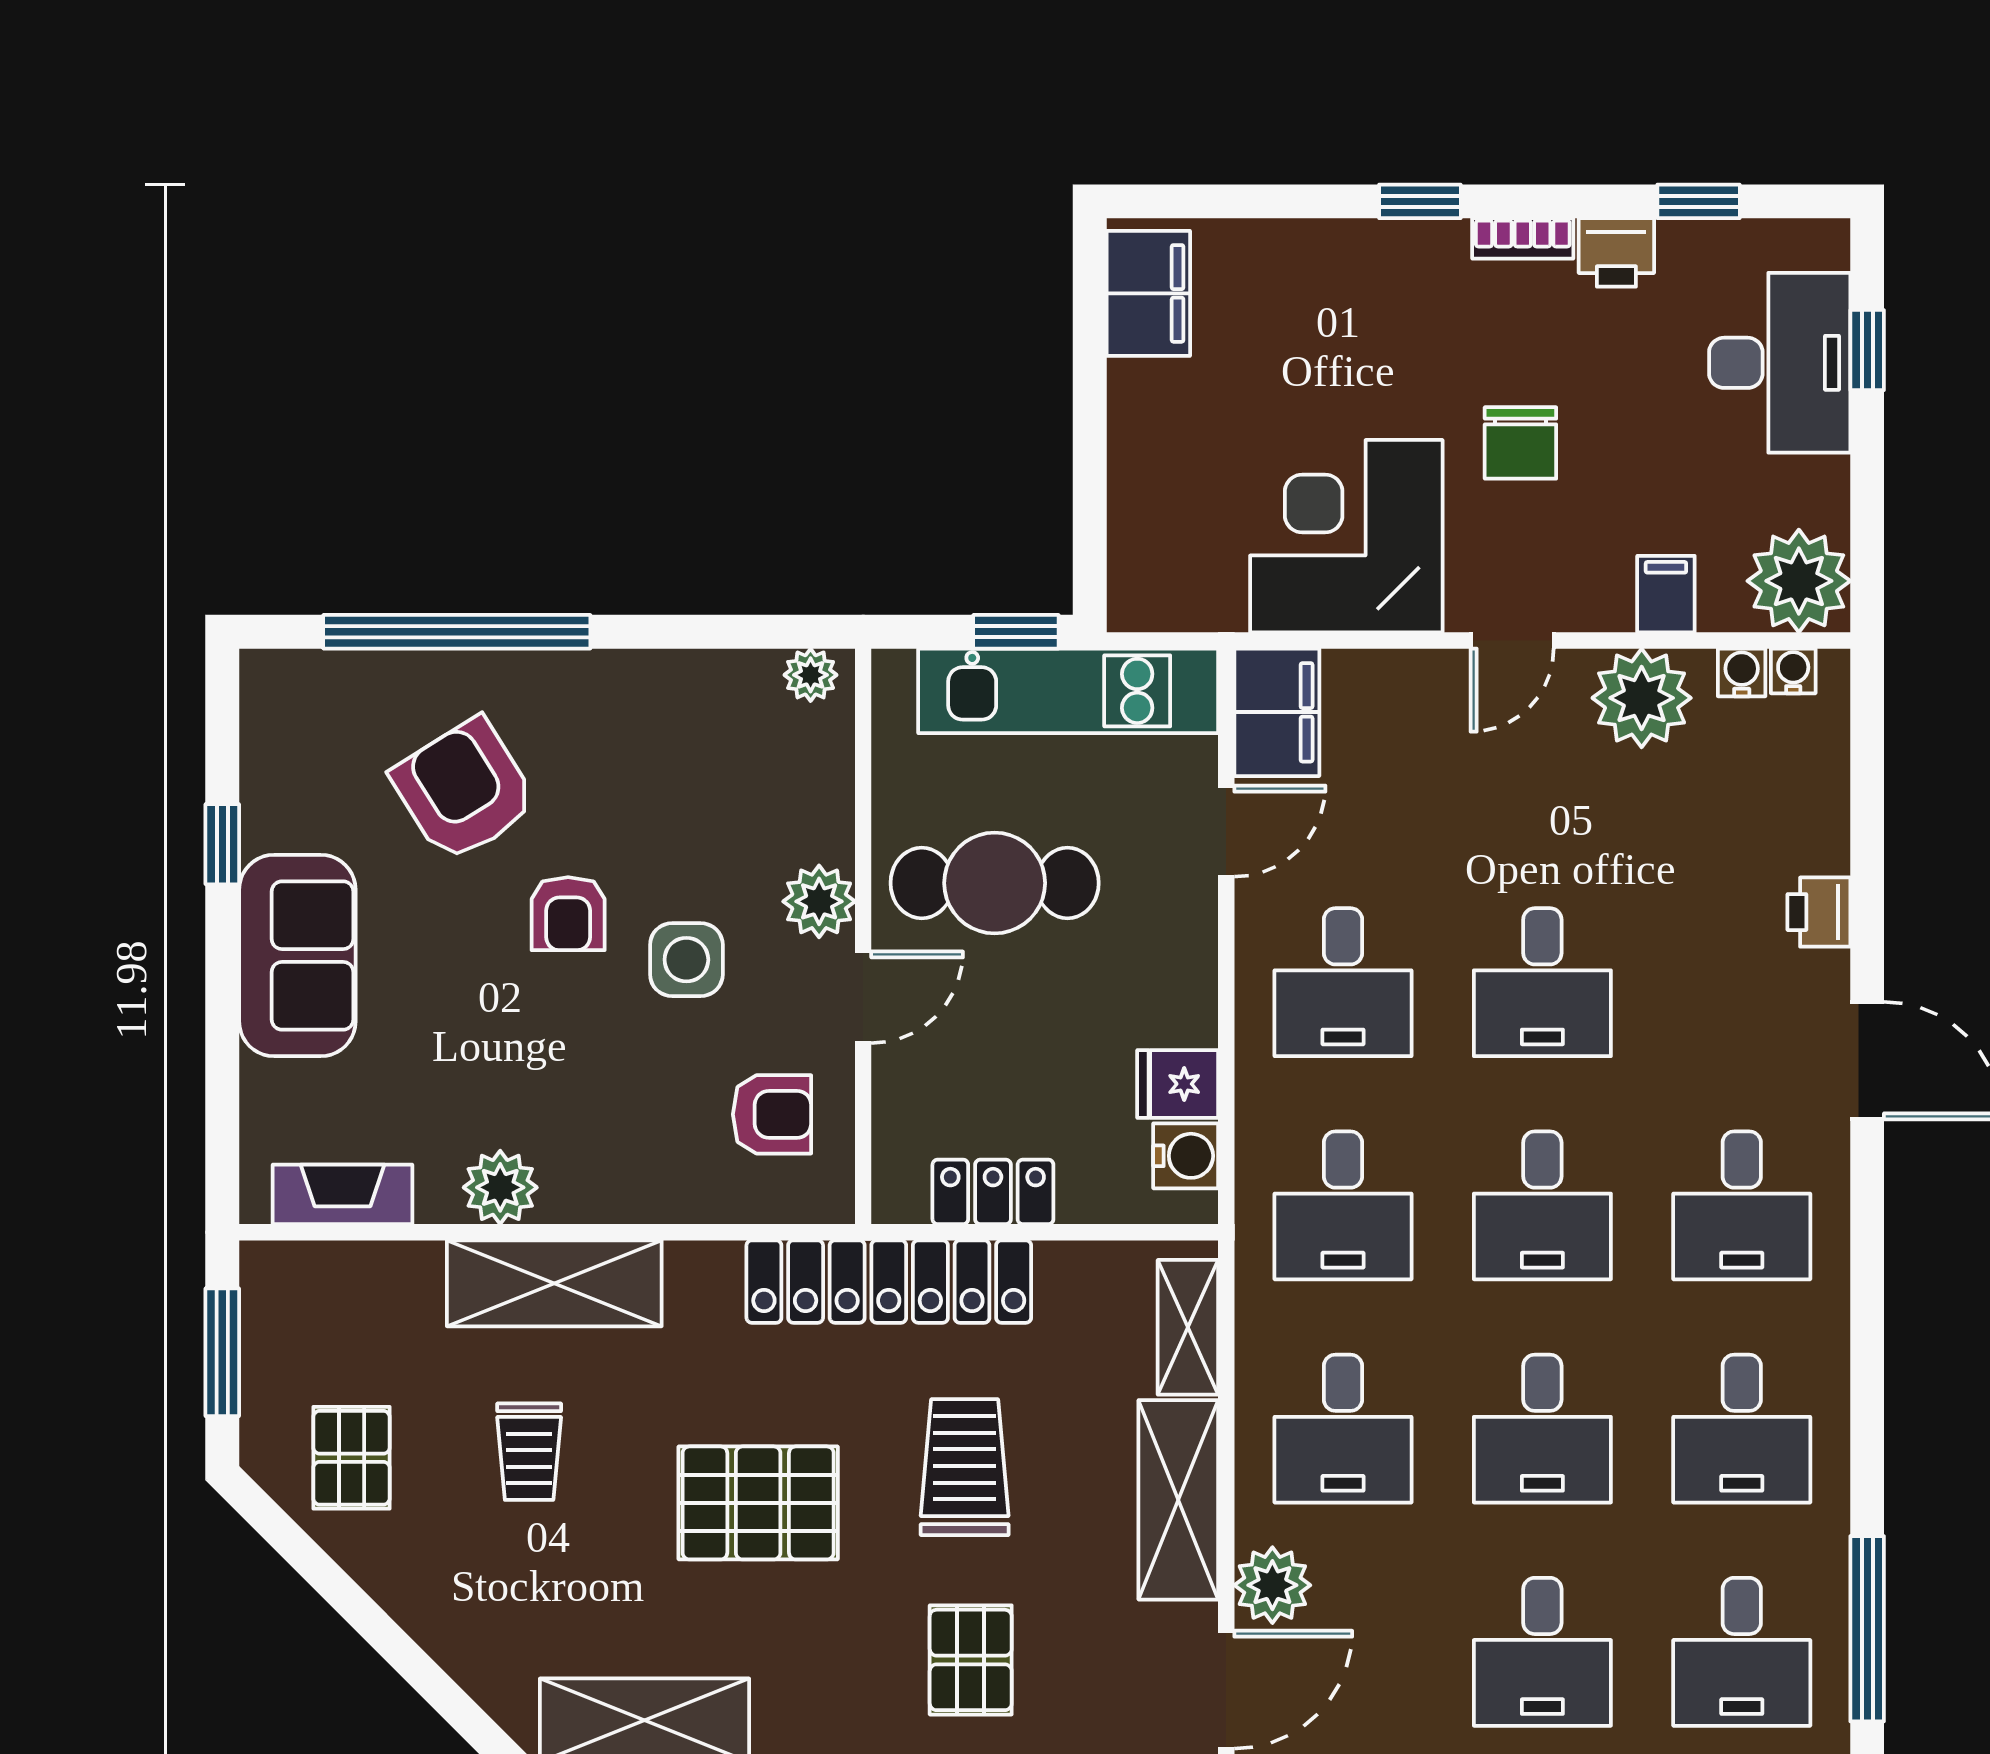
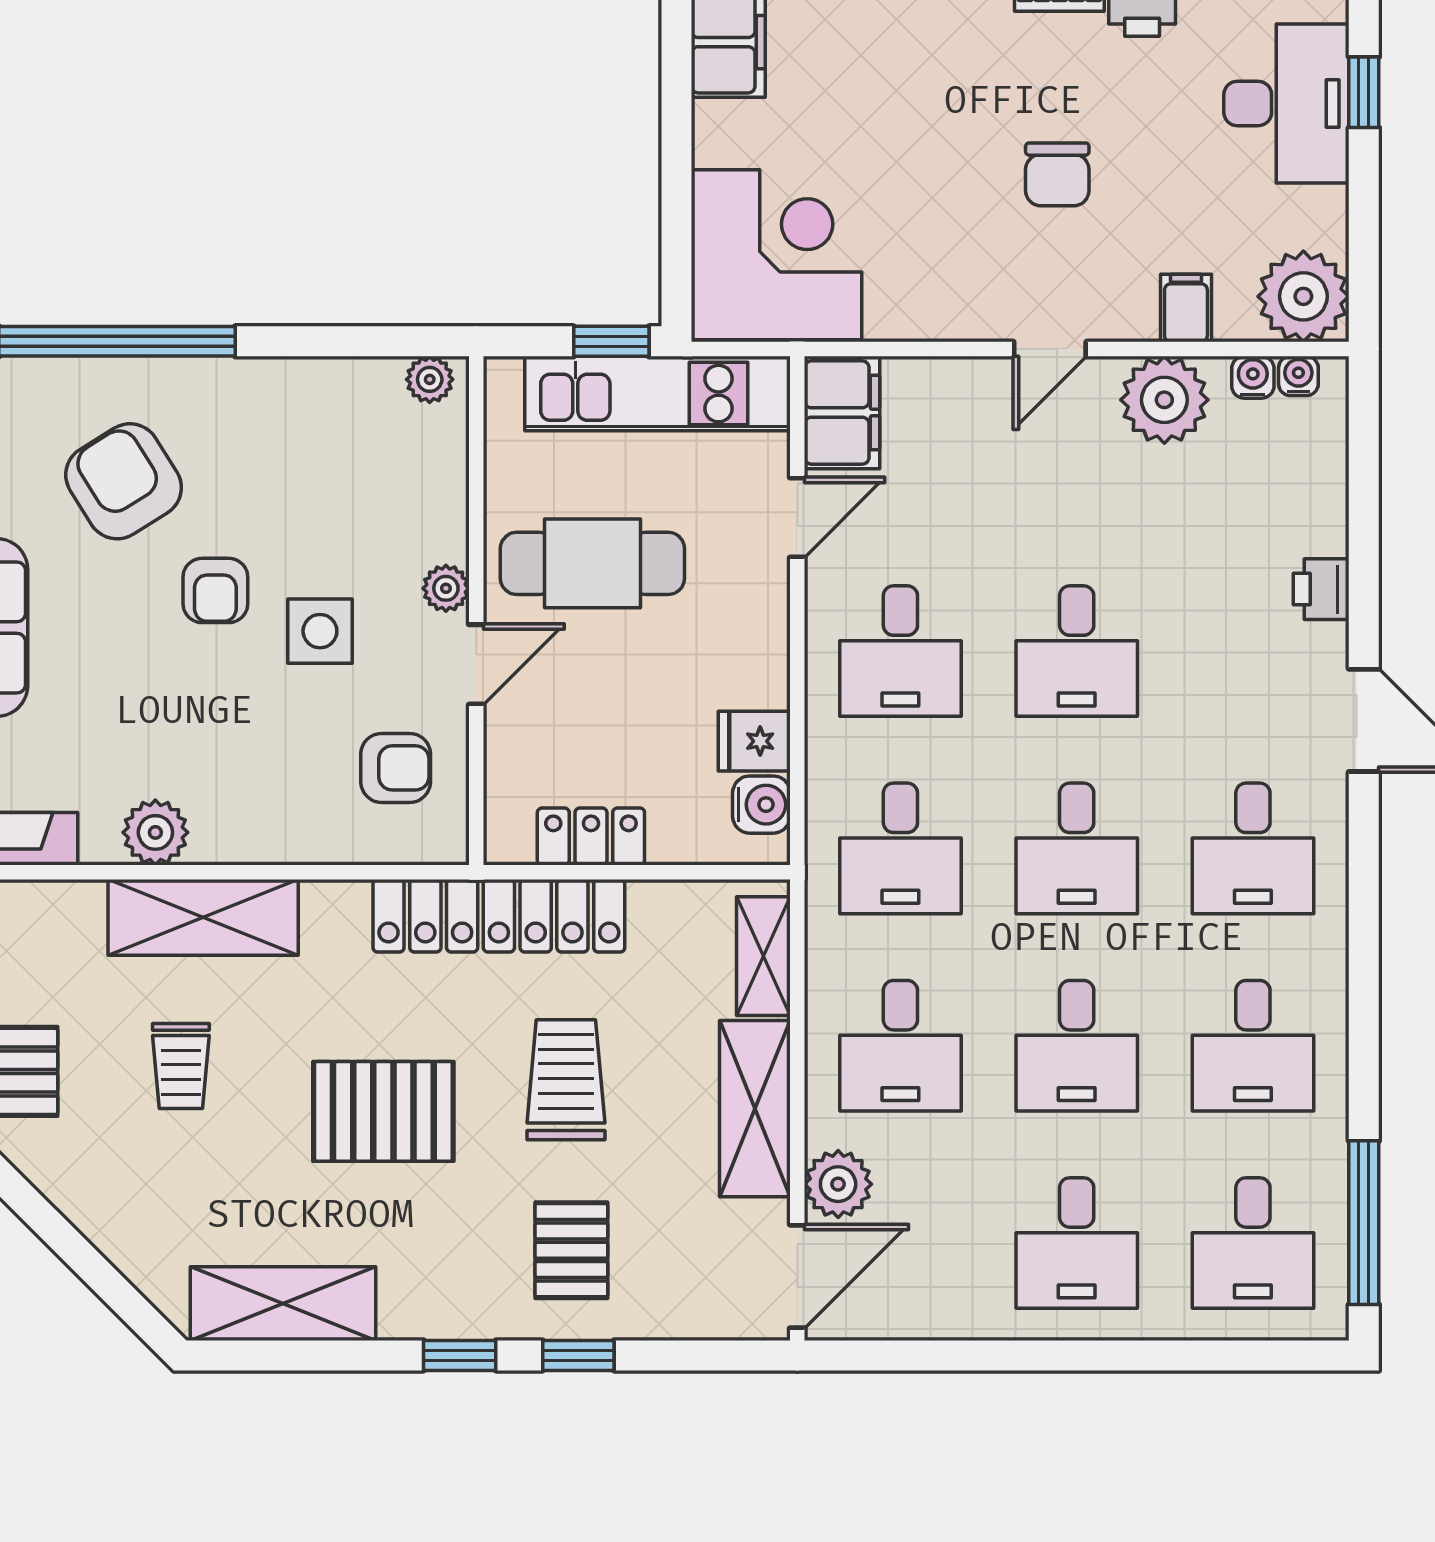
corner desk: (1346, 536) -> (777, 255), moved, turned 90
plant: (819, 901) -> (446, 588), width x0.73, depth x0.73

